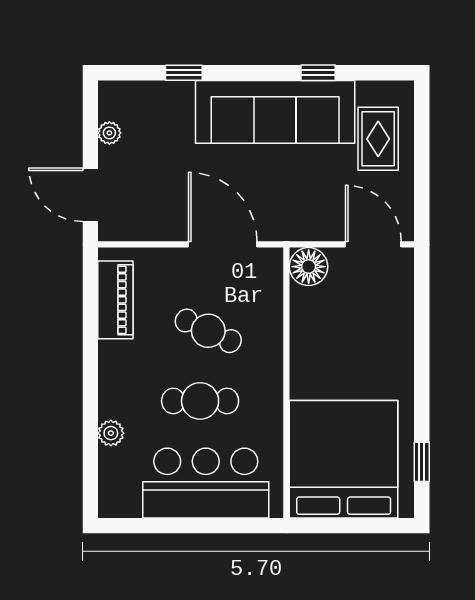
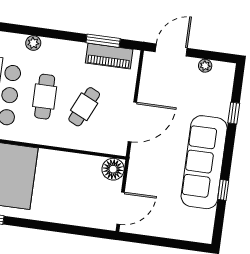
rug: (378, 139) -> (181, 219), removed
window: (90, 314) -> (103, 41), added

